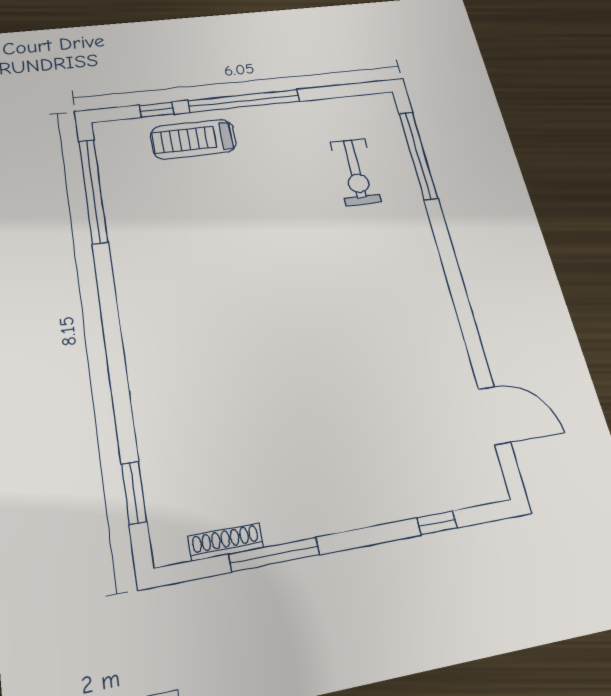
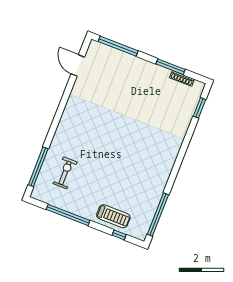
window: (244, 101) -> (68, 215), moved
window: (437, 523) -> (118, 46), width x3.17

